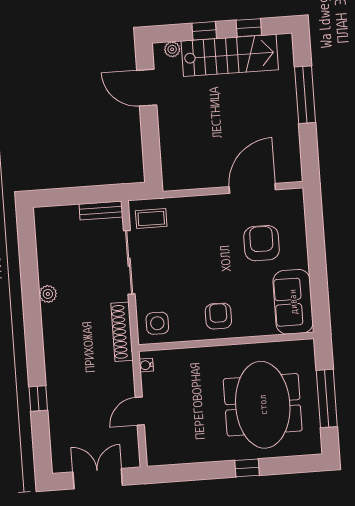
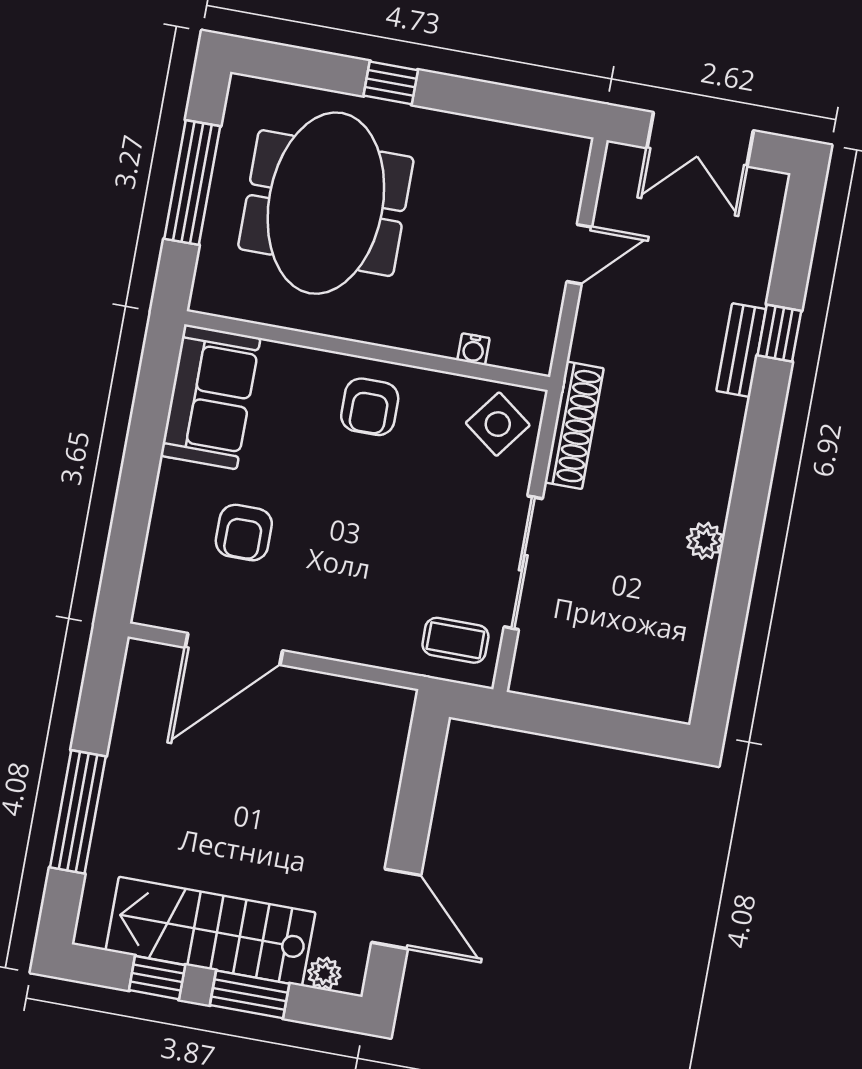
window: (204, 31) -> (250, 994), width x1.50
bench: (101, 210) -> (741, 350), moved, turned 90
armchair: (262, 243) -> (244, 533), width x0.72, depth x0.72
side table: (157, 323) -> (498, 424), turned 37
water cooler: (146, 365) -> (474, 349), moved, turned 90

